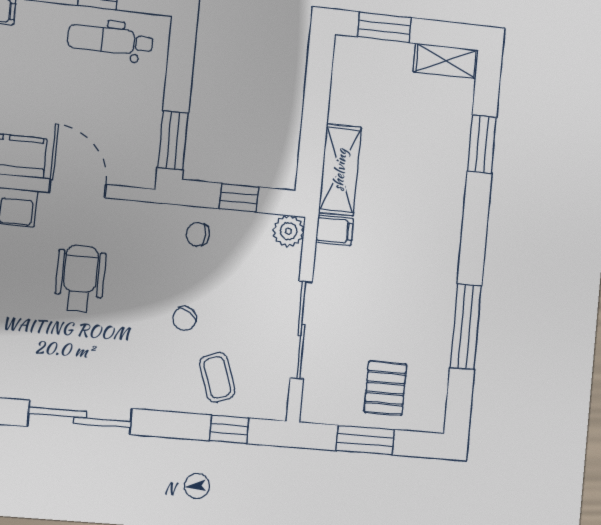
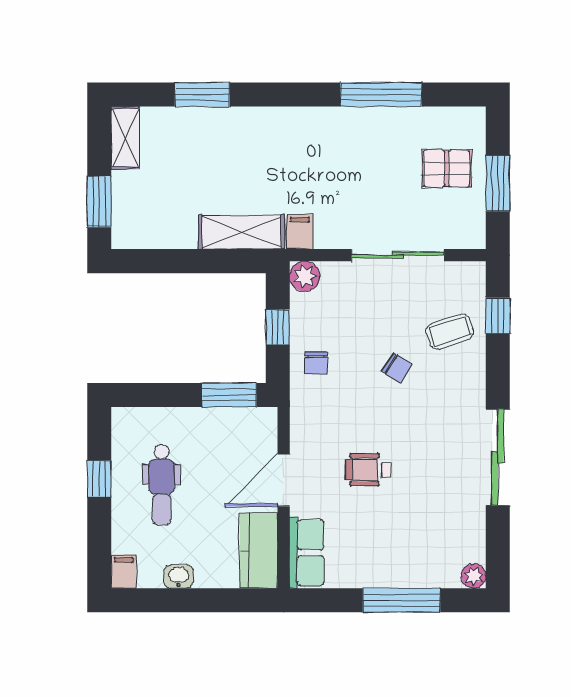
dental chair: (110, 40) -> (162, 485), moved
wheelchair: (80, 279) -> (368, 470), width x0.73, depth x0.73

